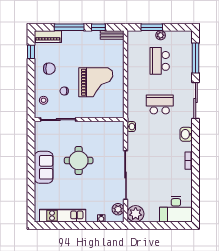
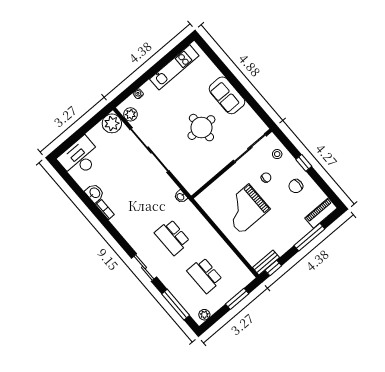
window: (98, 27) -> (273, 268), moved
plant: (161, 35) -> (204, 315), moved
window: (31, 52) -> (304, 163), moved
school desk: (160, 61) -> (205, 275), turned 180
sliding door: (196, 100) -> (144, 268), width x0.73
school desk: (160, 104) -> (172, 237), turned 90
washbasin: (186, 134) -> (95, 193), moved

